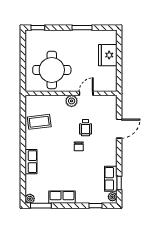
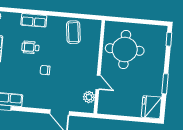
fridge: (108, 55) -> (151, 107), moved, turned -90
plant: (72, 101) -> (89, 97), moved
wheelchair: (86, 128) -> (30, 47), moved

